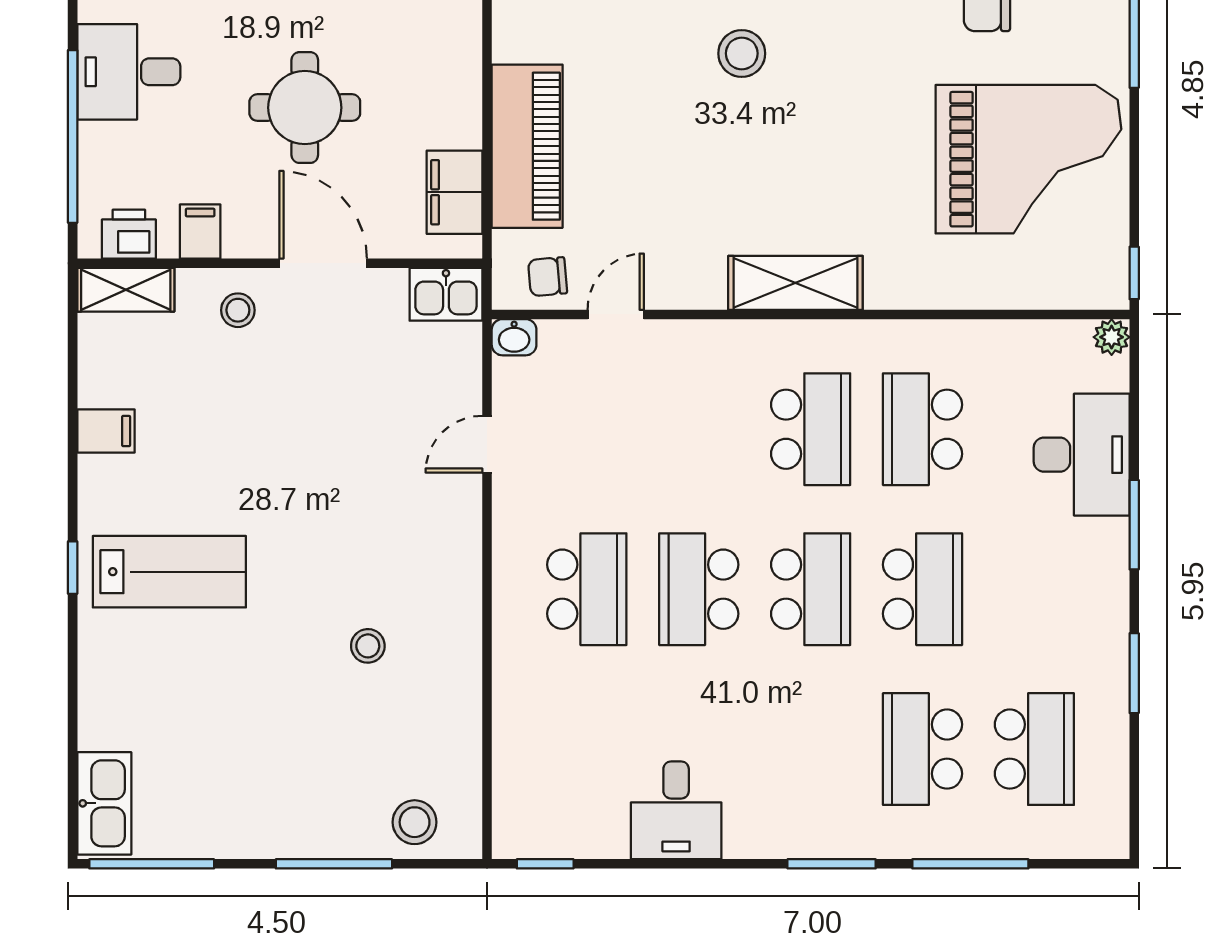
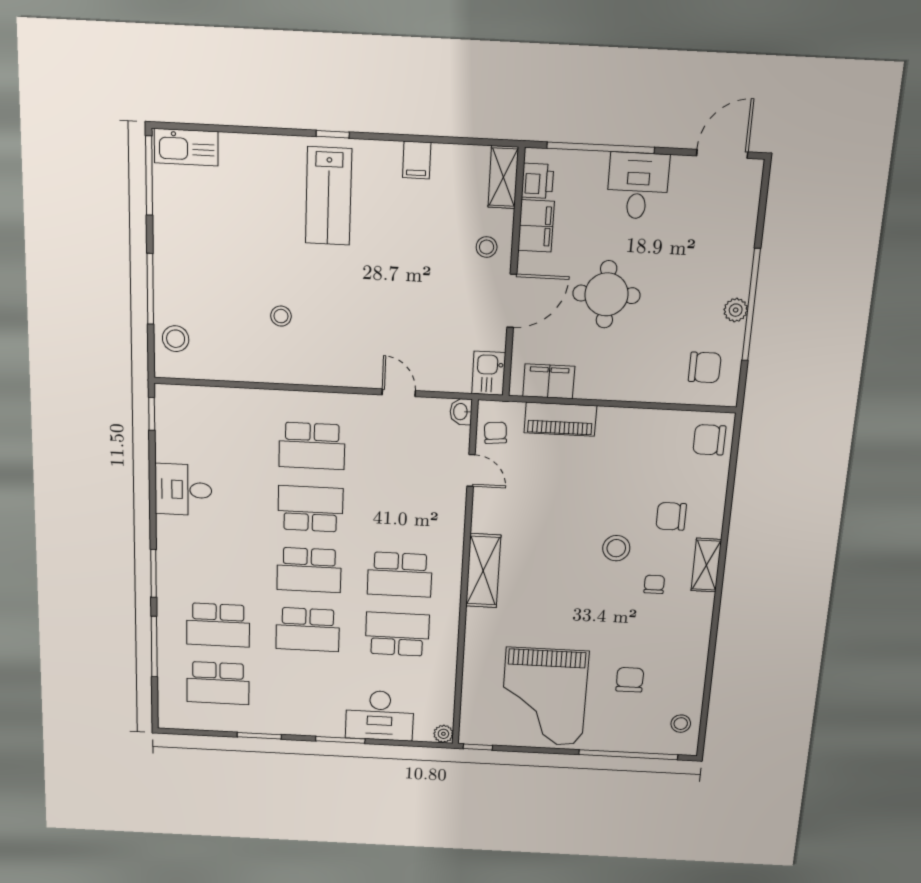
piano: (527, 146) -> (560, 419), width x0.73, depth x0.75
filing cabinet: (200, 231) -> (536, 226), width x2.00
school desk: (922, 749) -> (218, 625), turned 180

